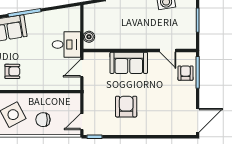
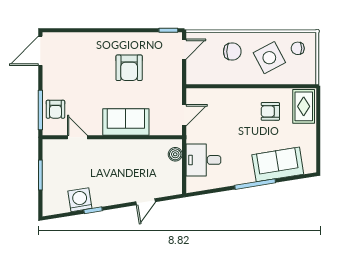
desk: (66, 44) -> (203, 160), moved

